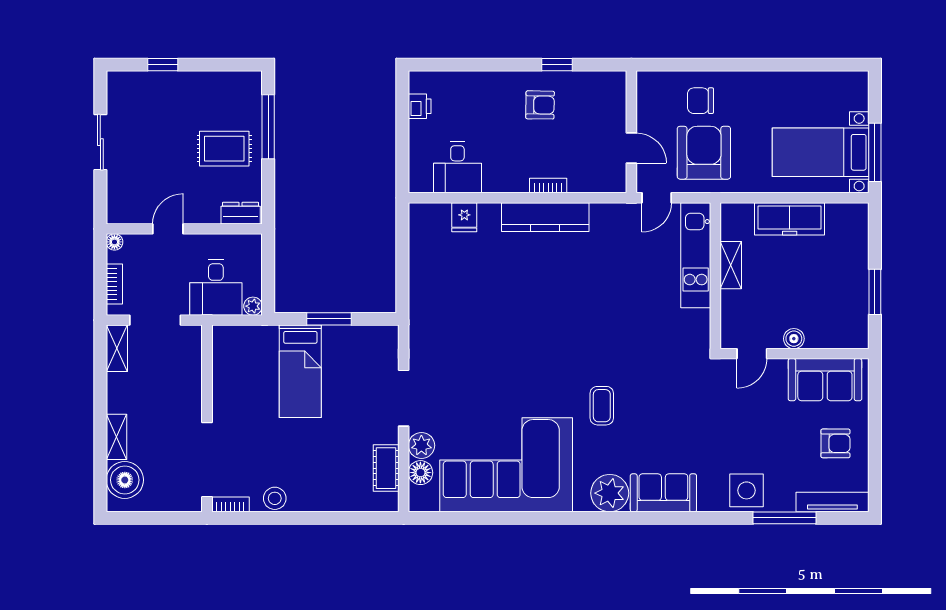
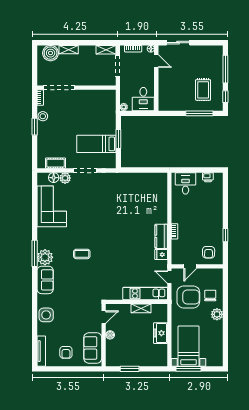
window: (163, 65) -> (225, 69), width x2.17
window: (228, 65) -> (225, 97), added
plant: (745, 85) -> (217, 314), added
armchair: (540, 105) -> (209, 252), moved
sliding door: (100, 142) -> (178, 43), moved
rug: (224, 149) -> (203, 90), moved
desk: (457, 167) -> (186, 183), moved, turned 90
dresser: (241, 213) -> (163, 102), removed
fridge: (464, 217) -> (161, 255), moved
kitchen counter: (545, 217) -> (161, 236), width x0.67
freezer: (790, 219) -> (161, 333), width x0.71
door: (168, 229) -> (156, 61), moved
desk: (216, 287) -> (143, 99), moved, turned -90
door: (752, 354) -> (104, 317), swing flipped
bed: (300, 371) -> (96, 144), moved
corner sofa: (506, 465) -> (52, 206), width x0.73, depth x0.74
window: (300, 518) -> (35, 127), added
window: (784, 518) -> (35, 253), moved

